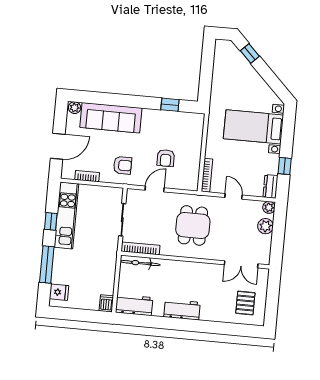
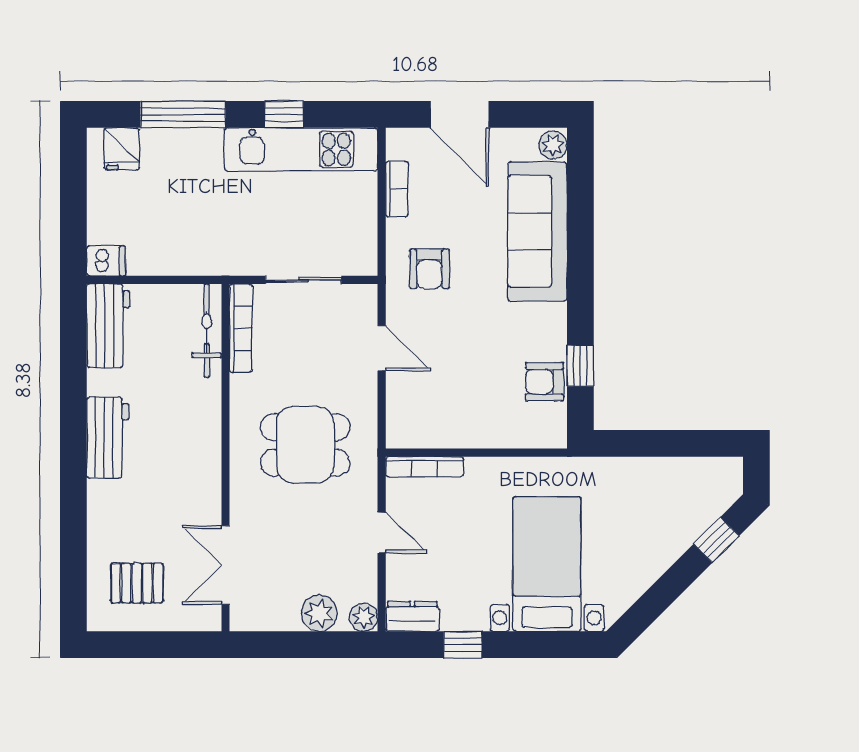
armchair: (166, 158) -> (545, 382), moved
door: (234, 196) -> (382, 533), hinge flipped

